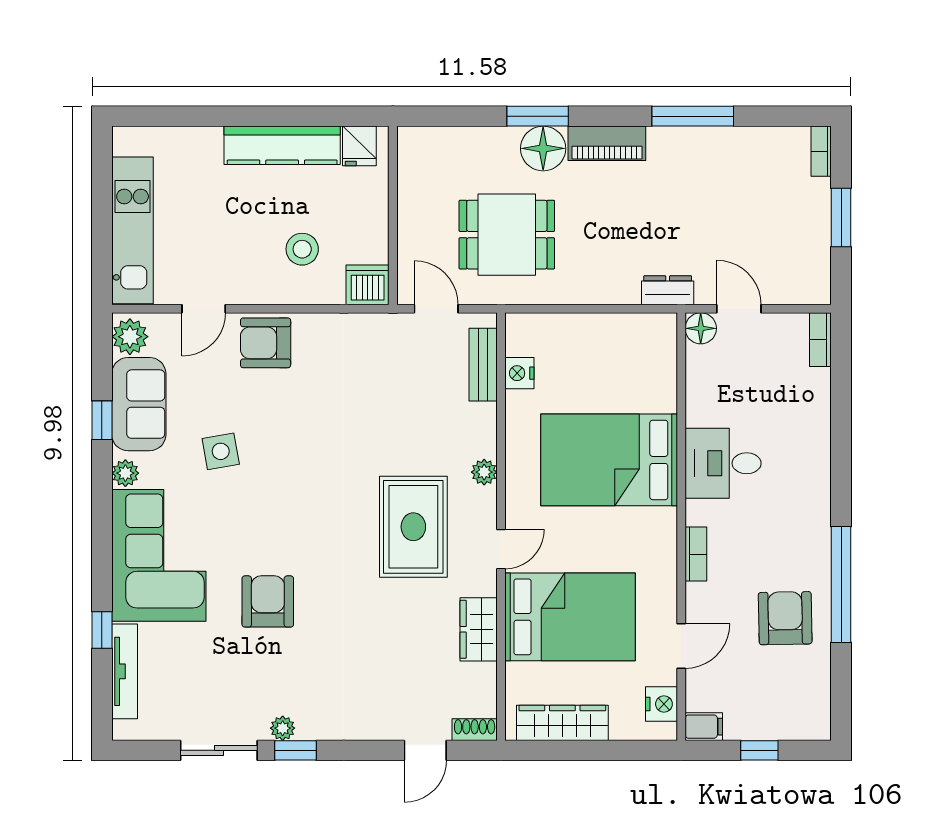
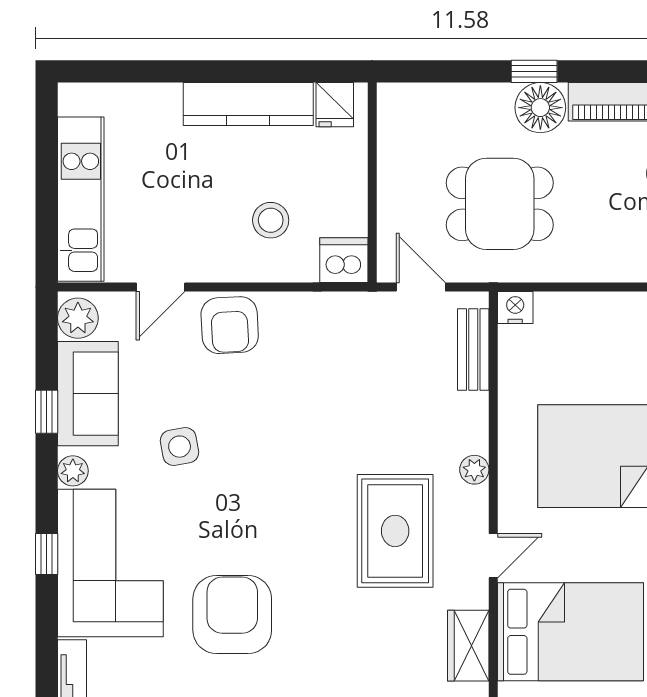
window: (538, 116) -> (534, 71), width x0.67
armchair: (266, 343) -> (230, 325), turned -93
nightstand: (519, 373) -> (515, 308), moved, turned 90
armchair: (268, 601) -> (232, 615), width x1.36, depth x1.36
window: (102, 630) -> (47, 554), moved

